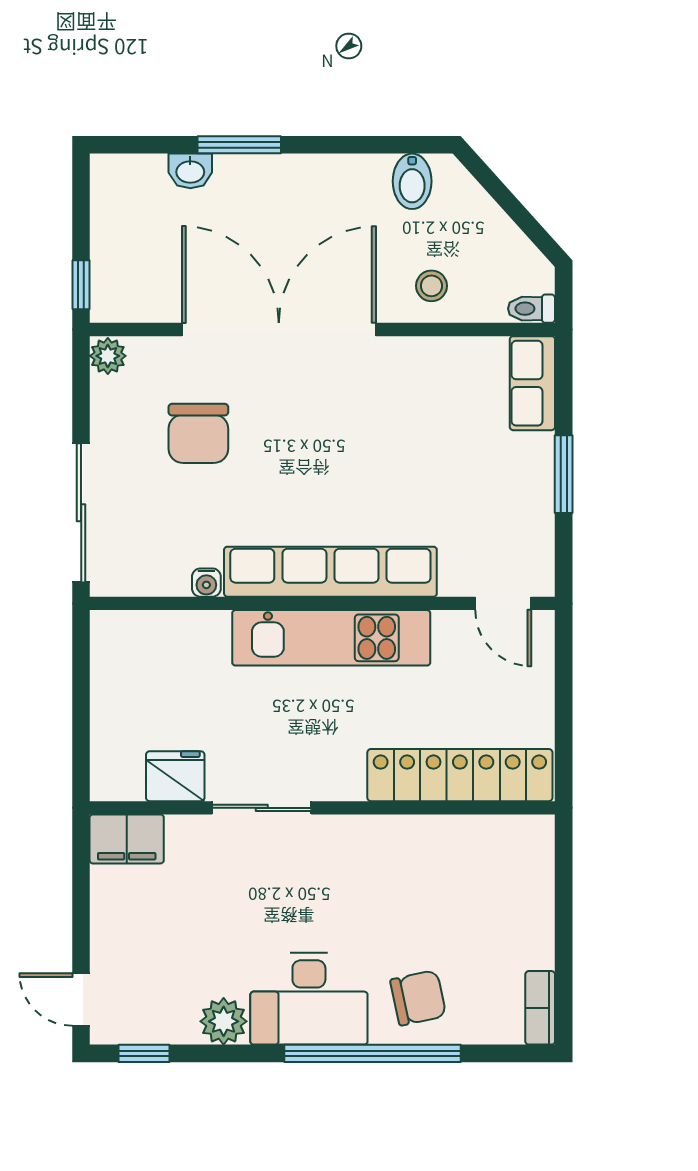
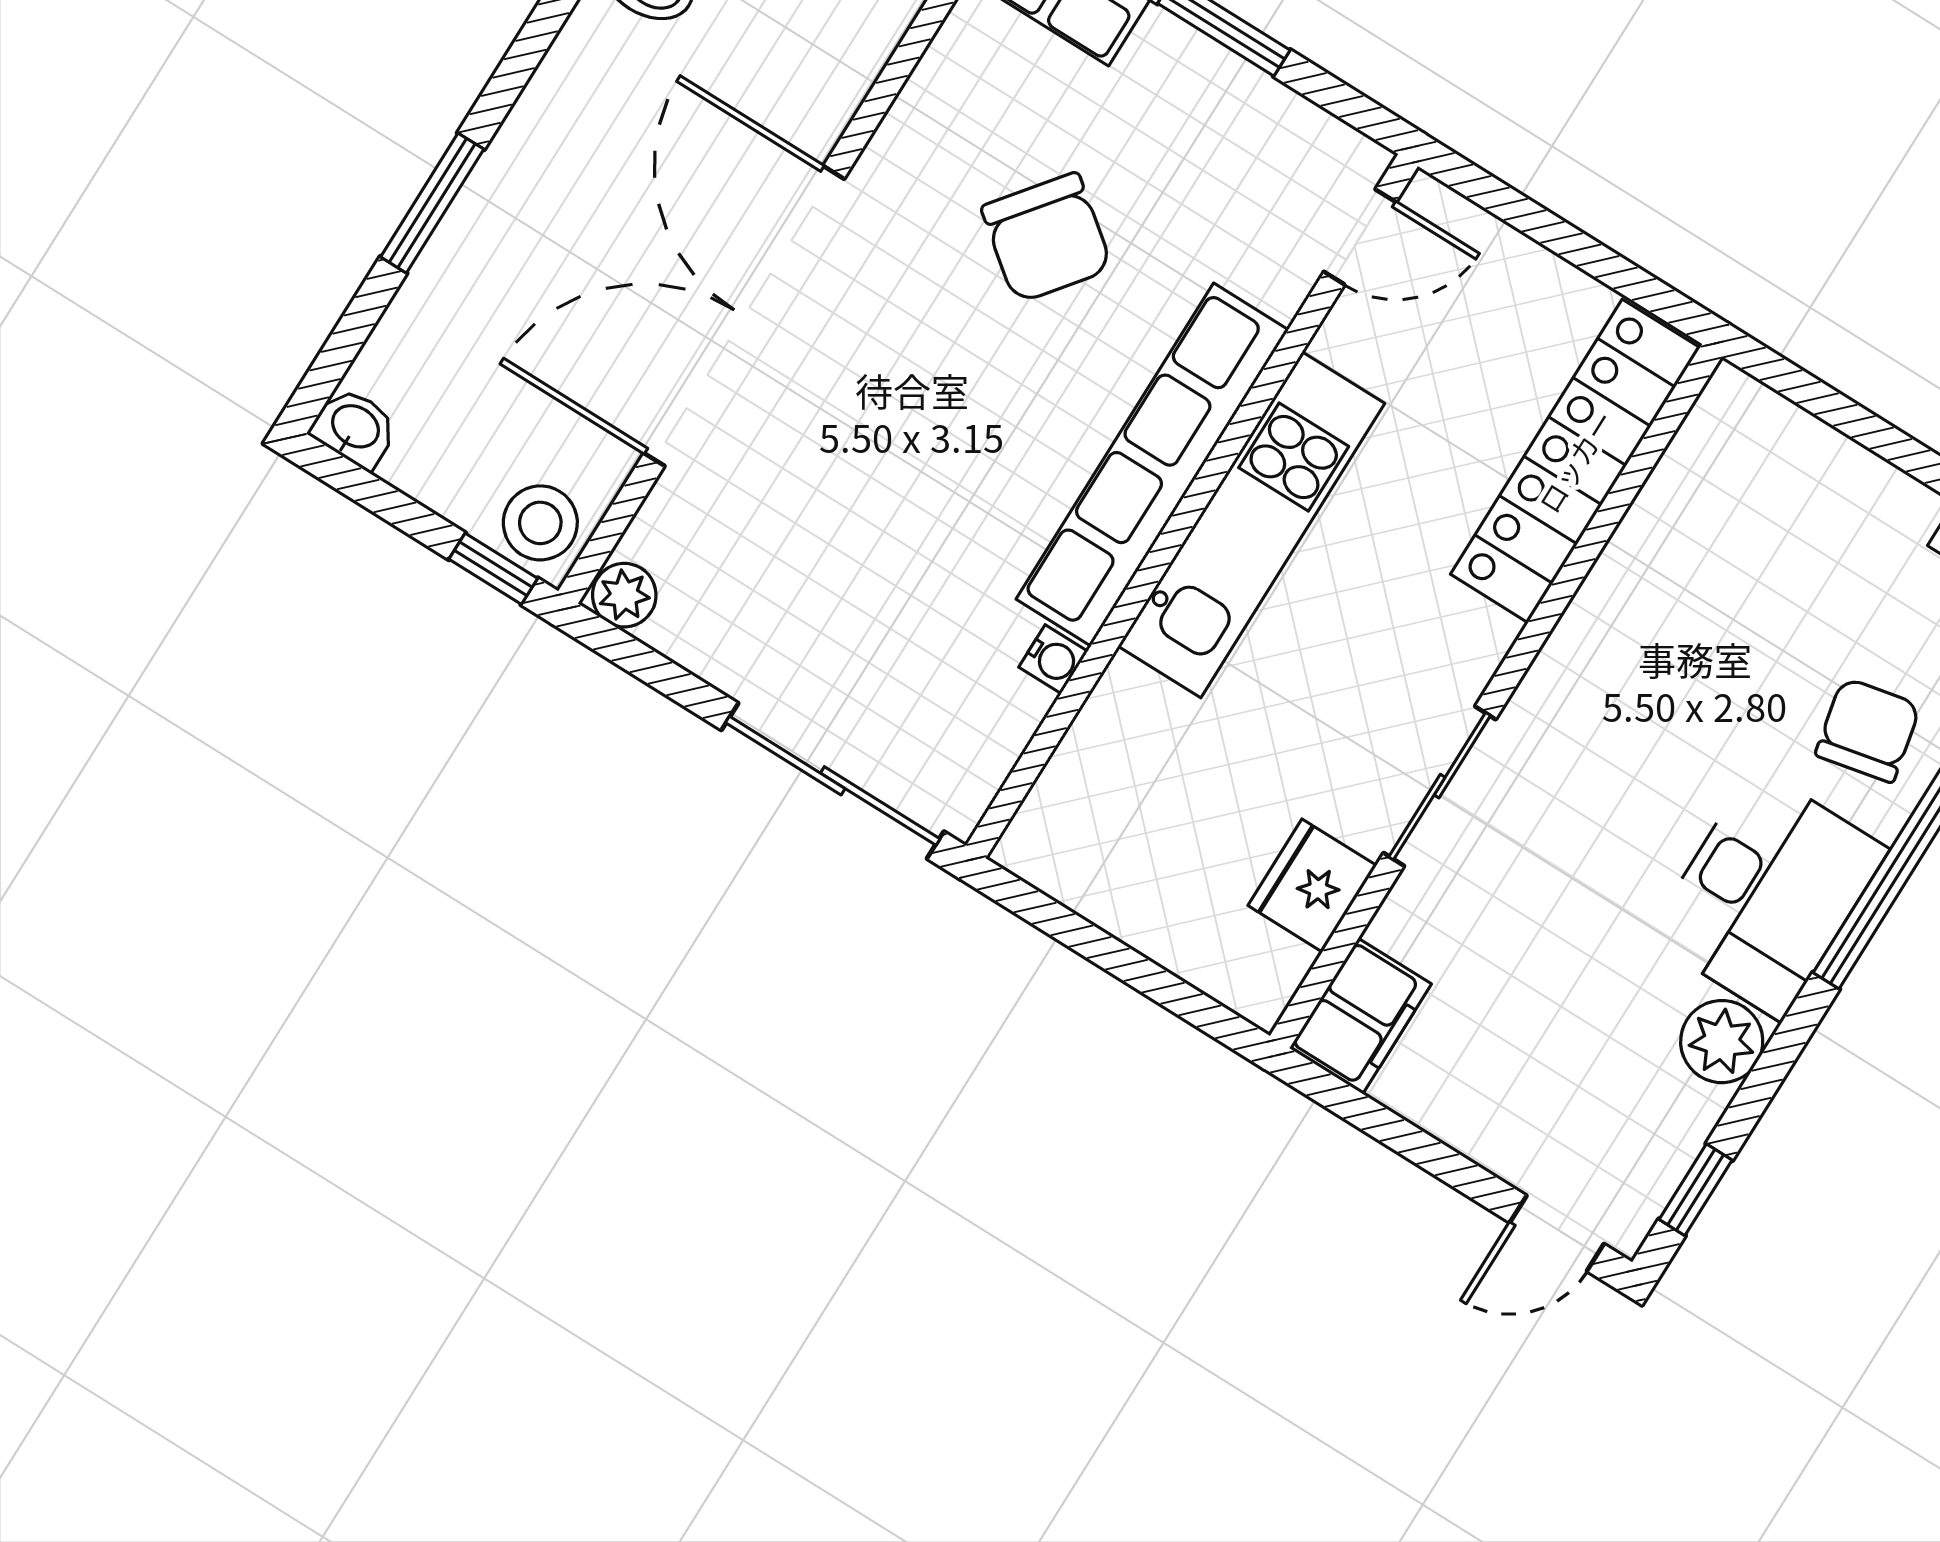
washbasin: (190, 171) -> (355, 428), moved, turned -90
stool: (431, 286) -> (540, 523), moved, width x1.37, depth x1.37
chair: (198, 433) -> (1047, 238), moved, turned 38

